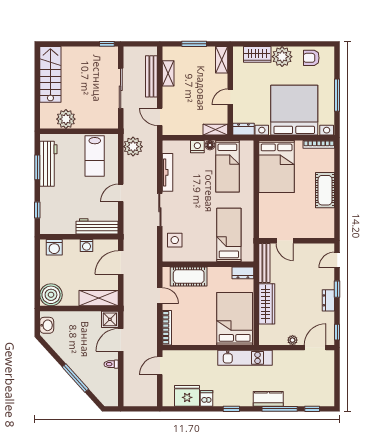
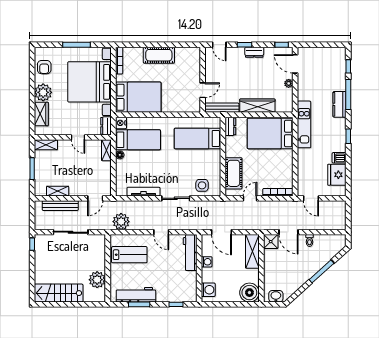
nightstand: (197, 147) -> (121, 123), moved

